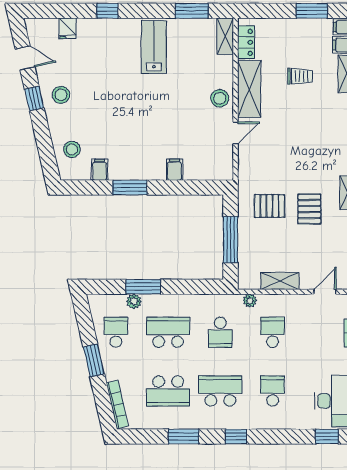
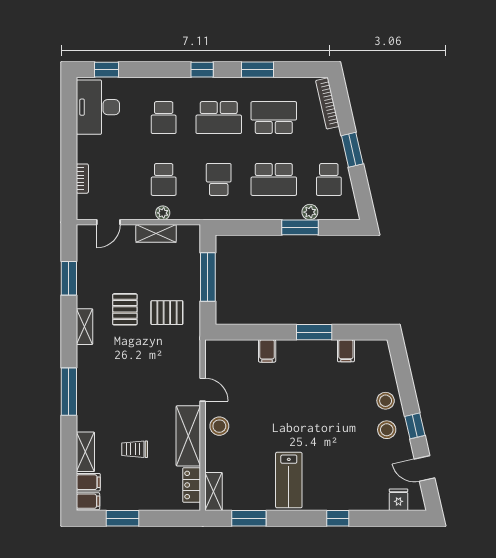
fridge: (68, 28) -> (398, 500), moved
door: (236, 133) -> (203, 390), swing flipped
stool: (72, 149) -> (386, 401), moved
plant: (250, 301) -> (163, 213), moved

